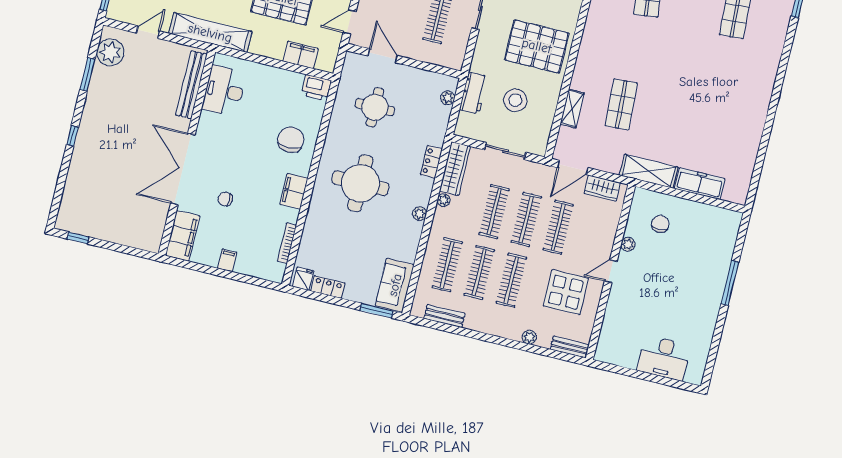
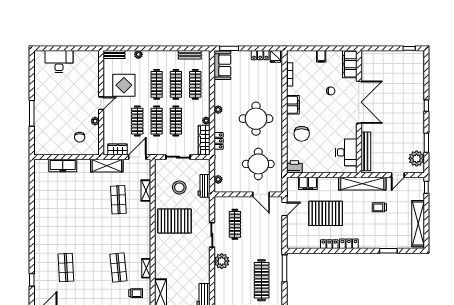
round table: (375, 107) -> (258, 164), width x1.36, depth x1.36
shelving: (649, 171) -> (107, 166), moved

